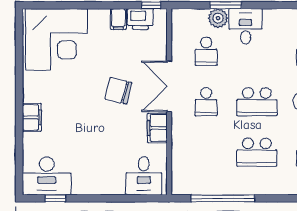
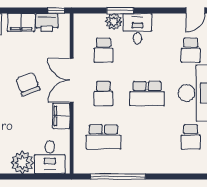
filing cabinet: (118, 19) -> (21, 22), width x2.00
chair: (118, 91) -> (28, 84), turned 55
school desk: (257, 152) -> (103, 137), moved
plant: (112, 182) -> (22, 163), added

